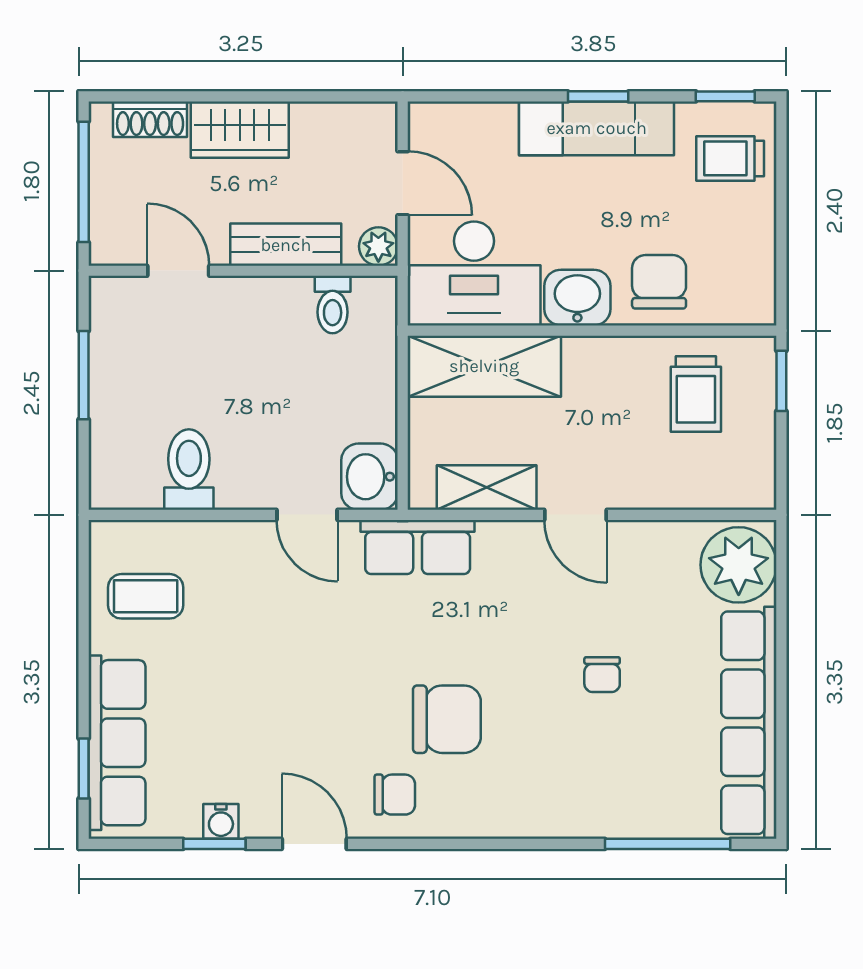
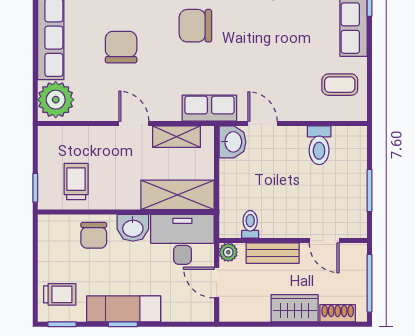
chair: (602, 675) -> (121, 47), width x1.87, depth x1.87

